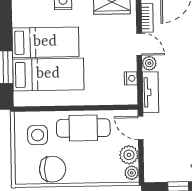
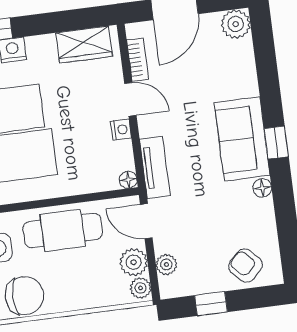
plant: (149, 63) -> (166, 264), moved
nightstand: (131, 78) -> (121, 130), moved
floor lamp: (132, 99) -> (128, 180), added

